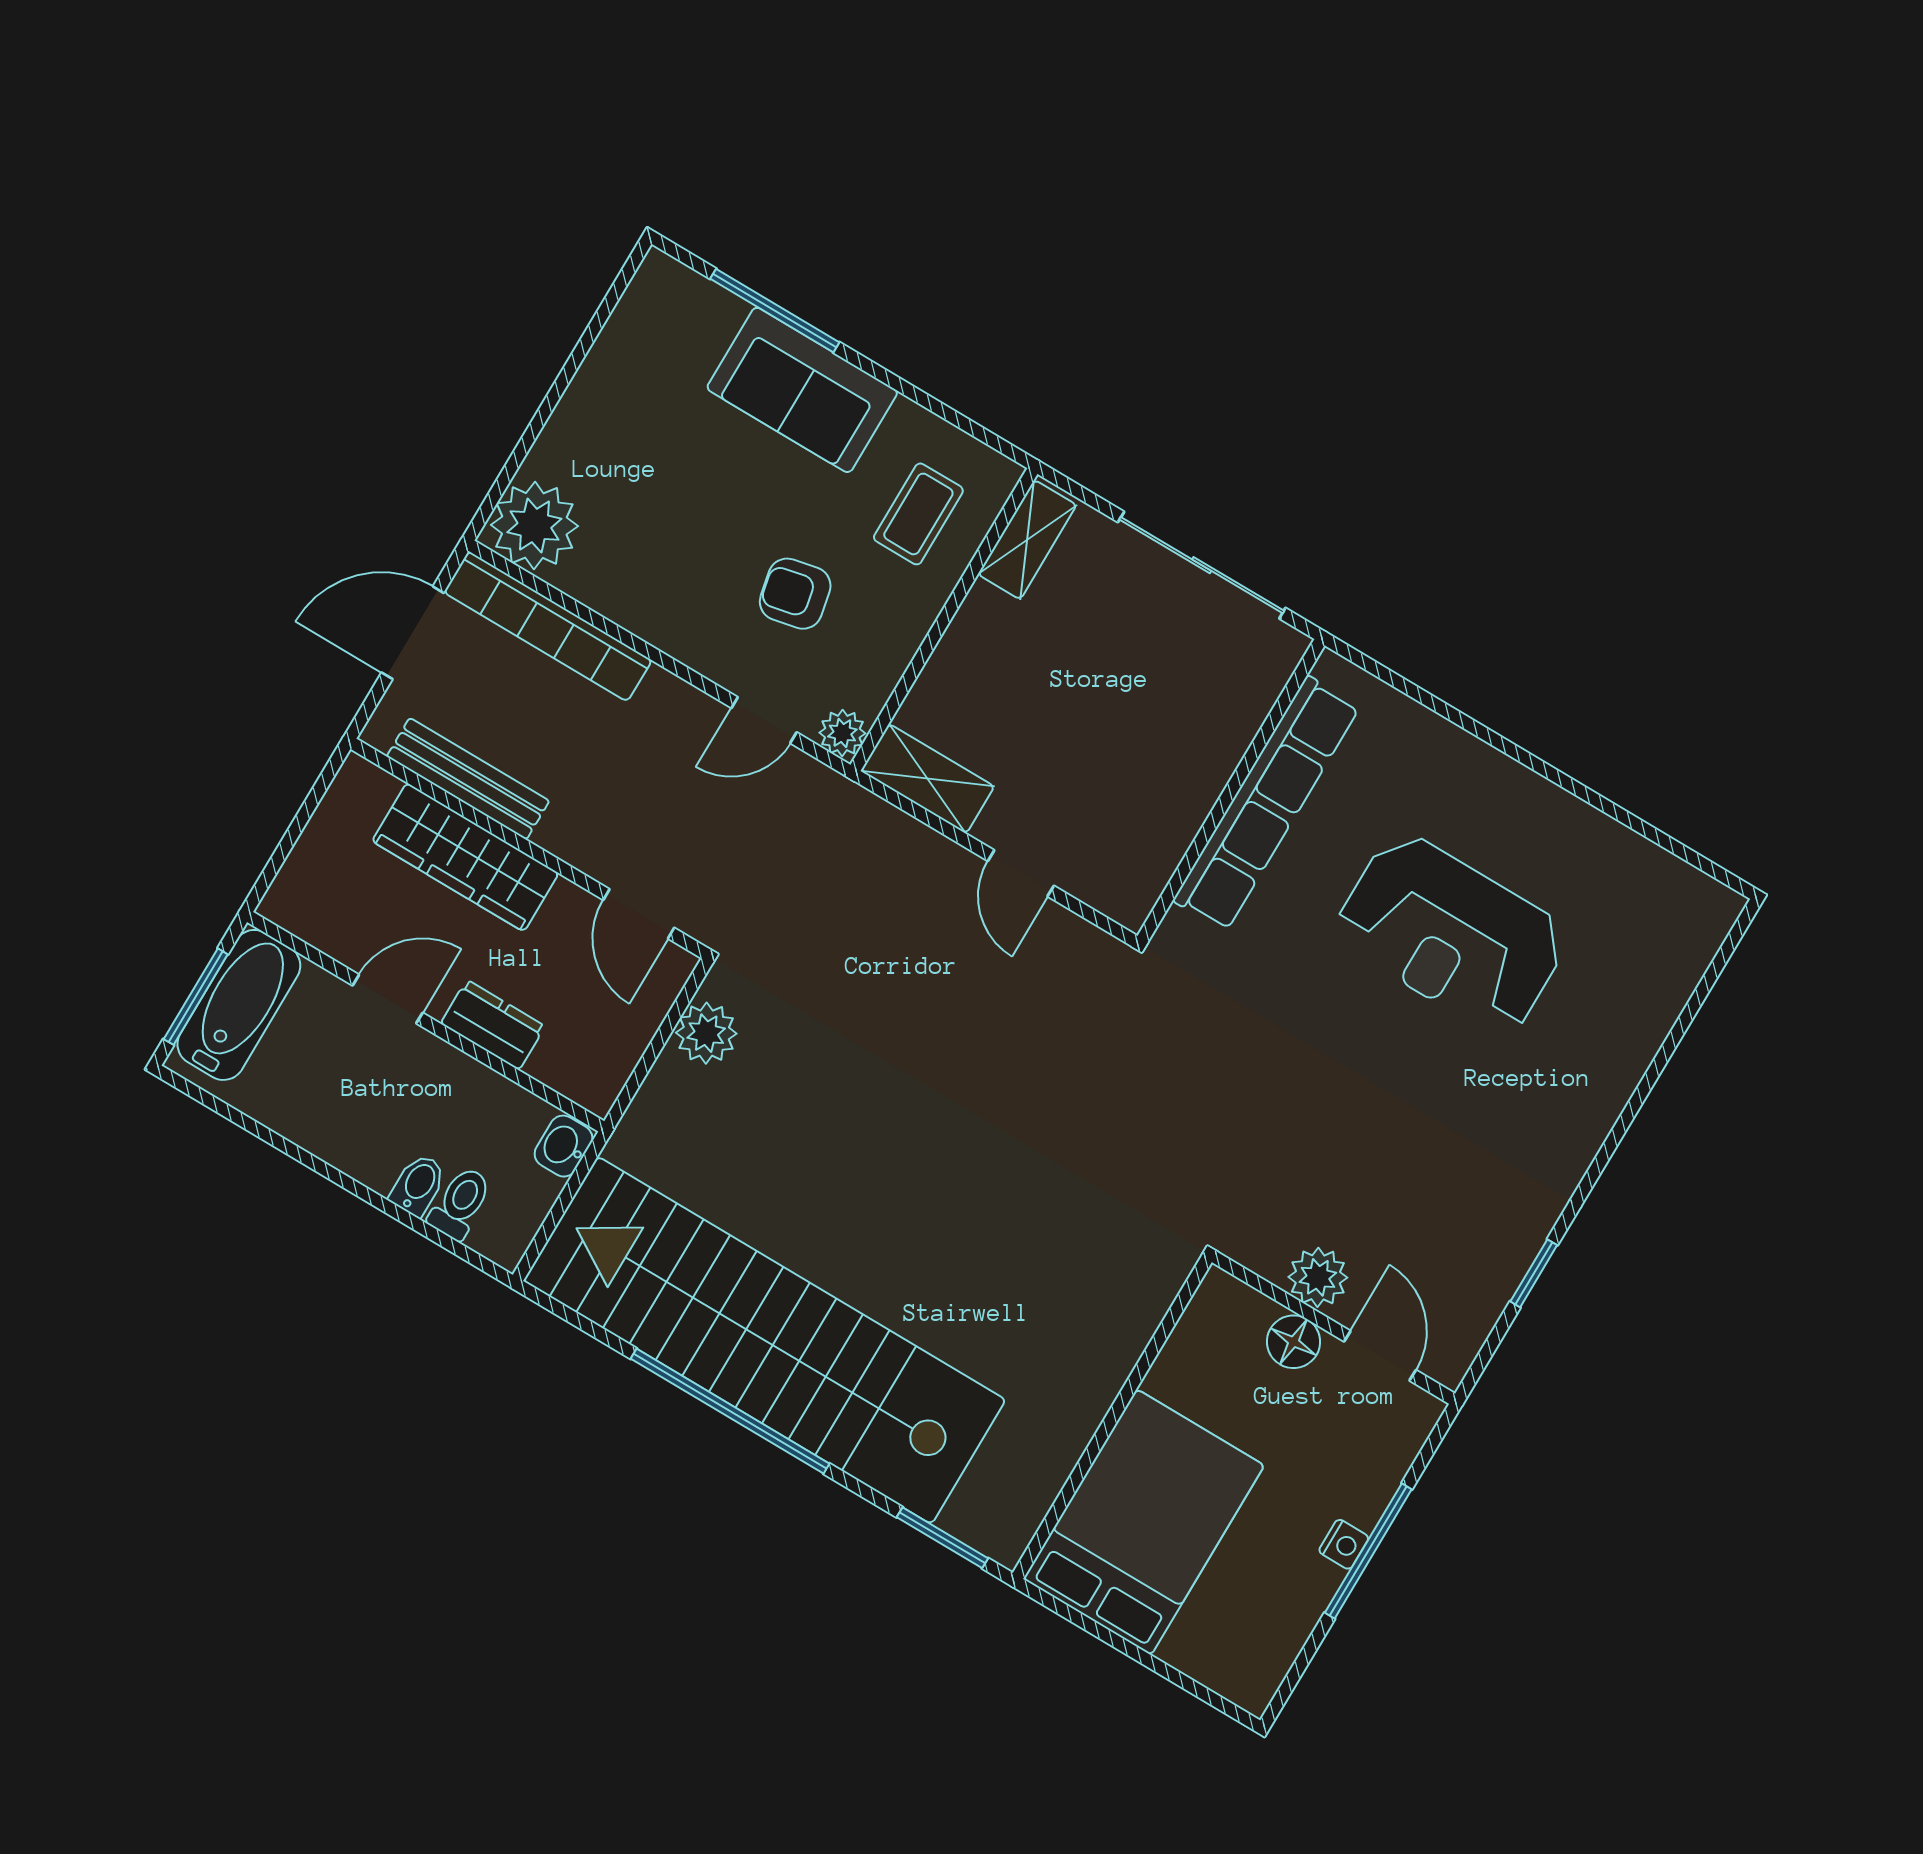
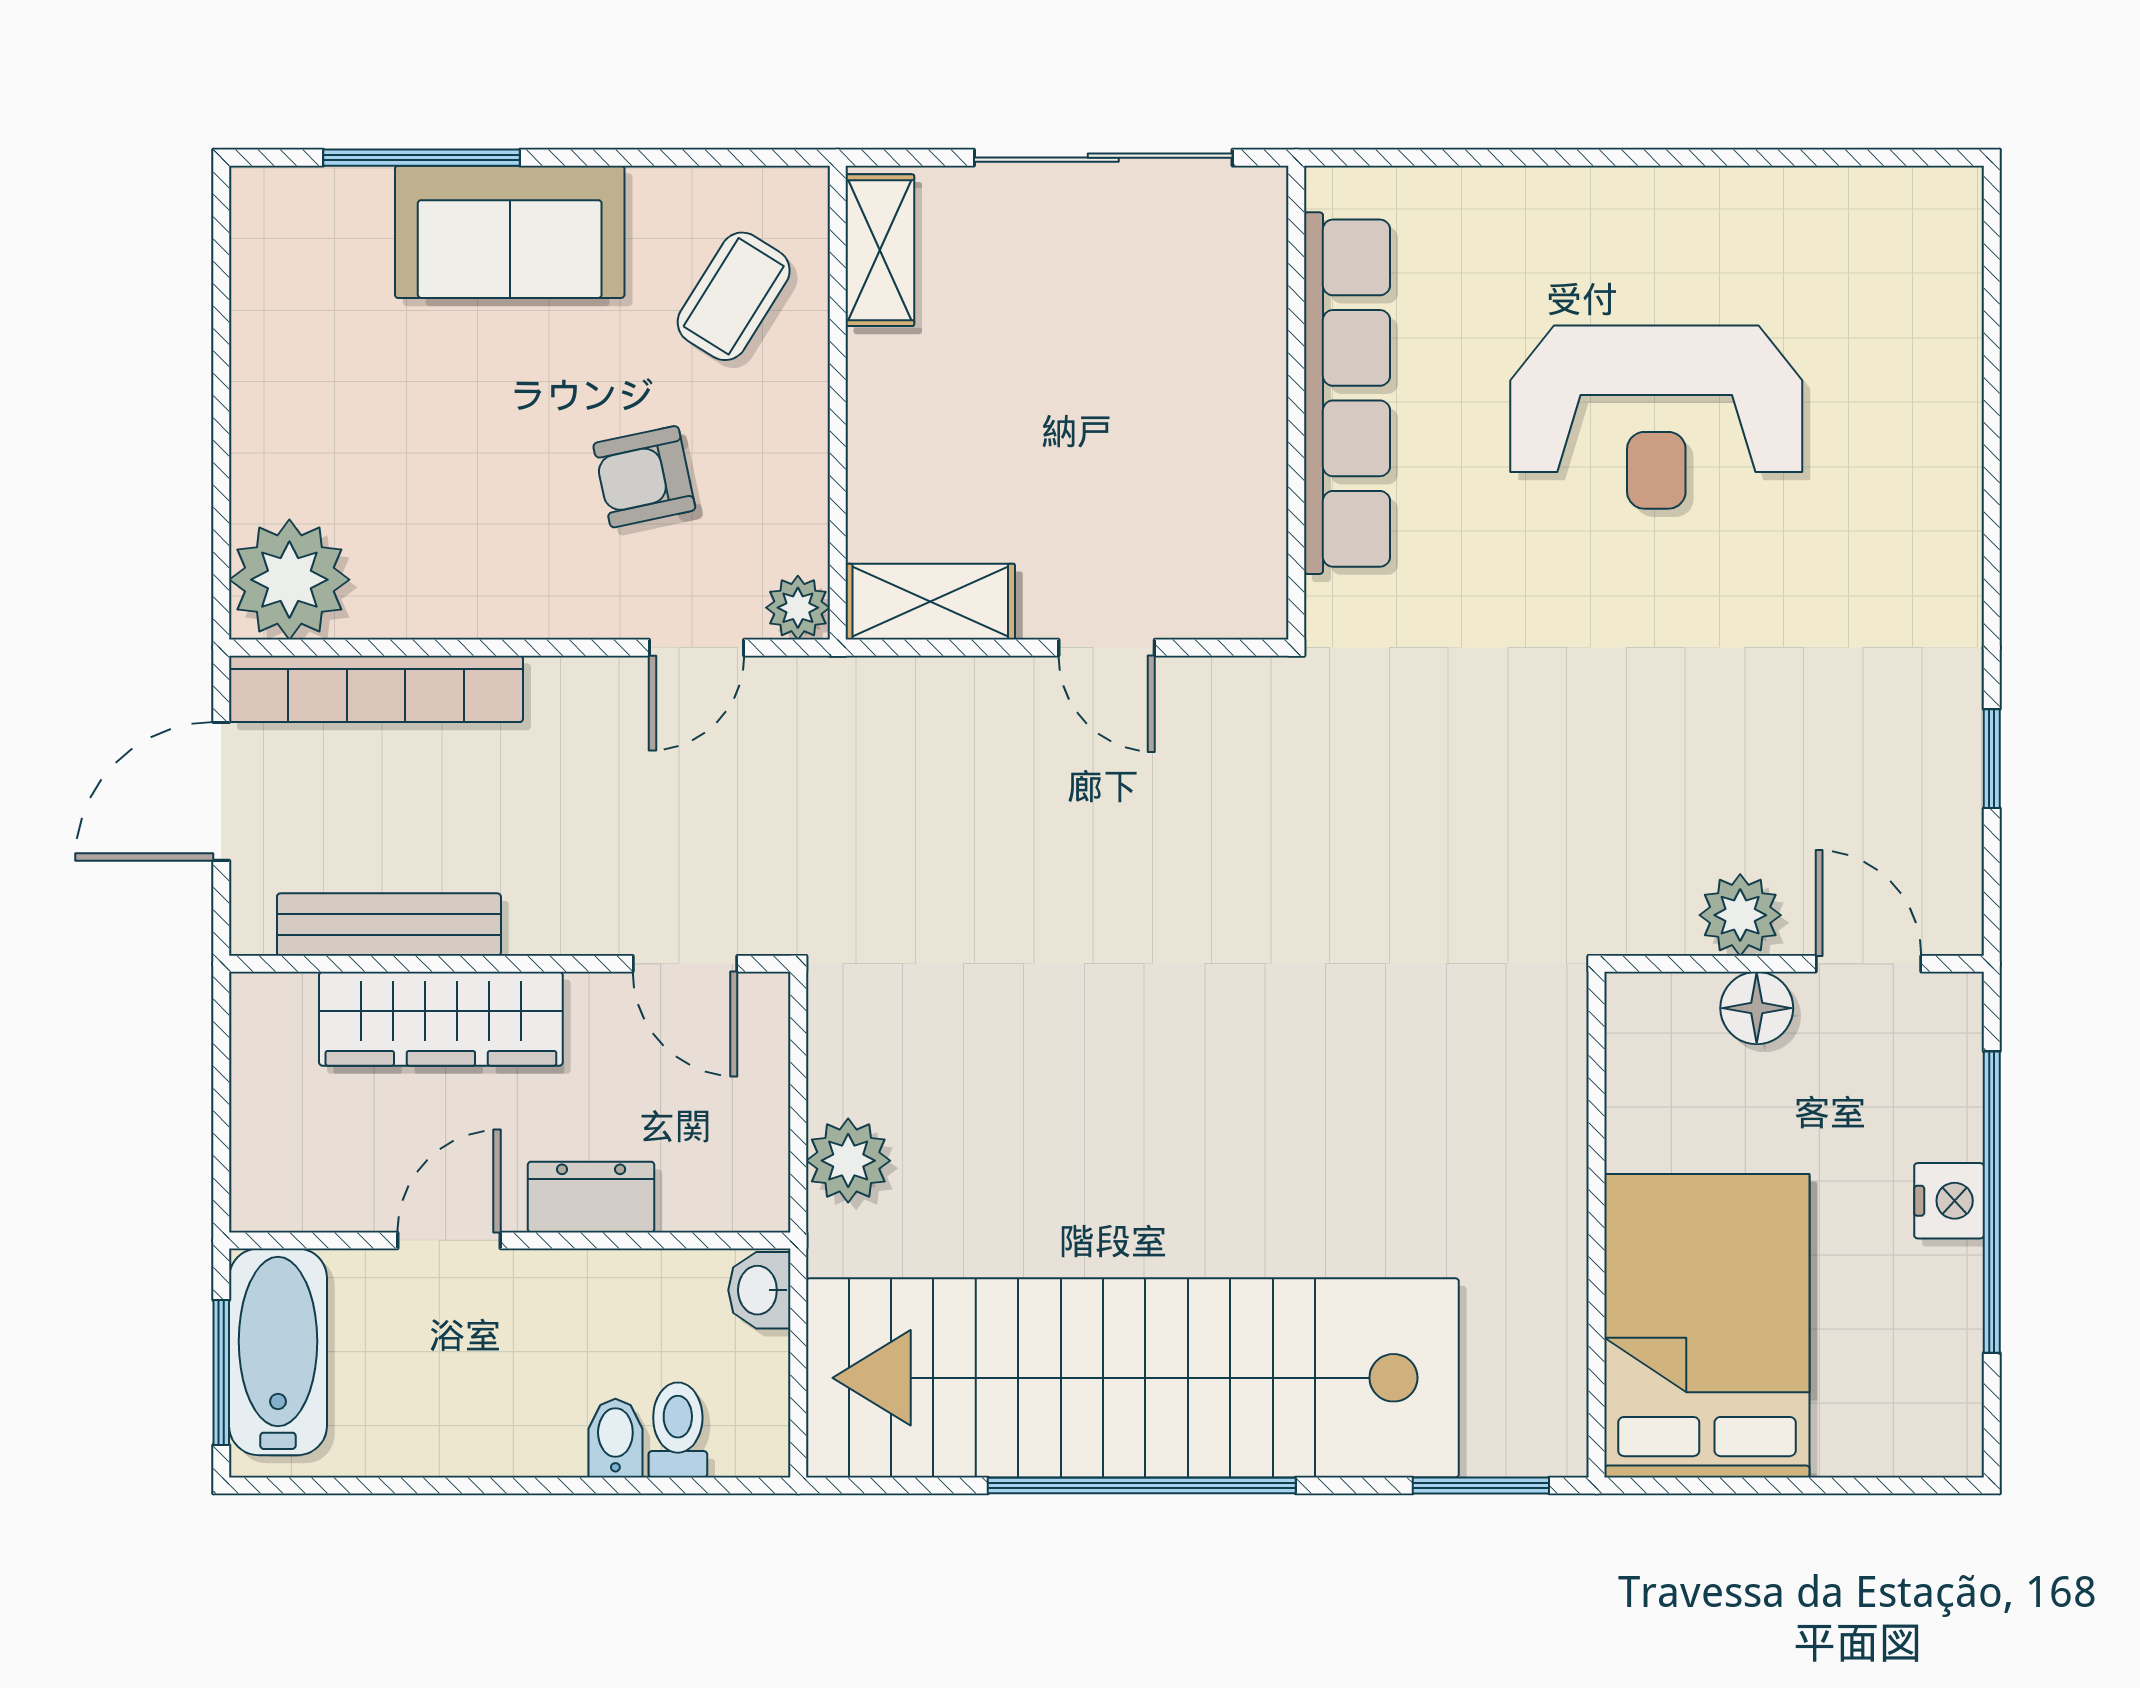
coffee table: (918, 514) -> (734, 296), turned 32
plant: (706, 1033) -> (848, 1161), moved
nightstand: (1344, 1544) -> (1949, 1201), width x1.39, depth x1.35
window: (1368, 1551) -> (1992, 1202), width x1.46

